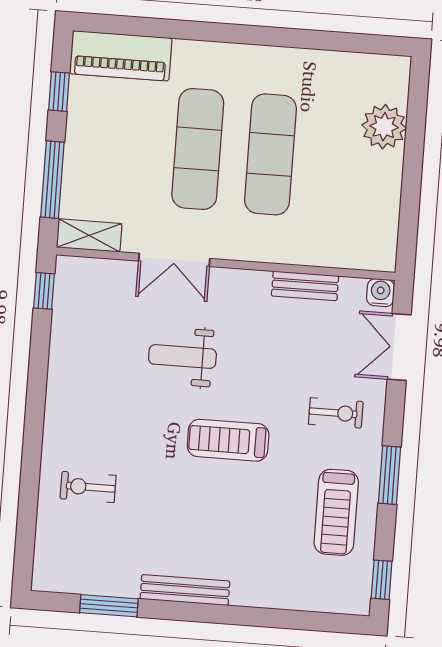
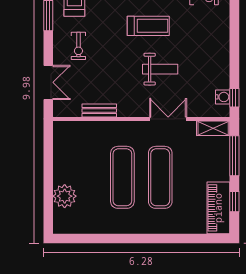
piano: (121, 56) -> (218, 208), moved, turned -90
water cooler: (381, 293) -> (223, 97), moved, turned -90
exercise bike: (336, 413) -> (78, 46), turned -90
treadmill: (228, 440) -> (148, 26), moved

